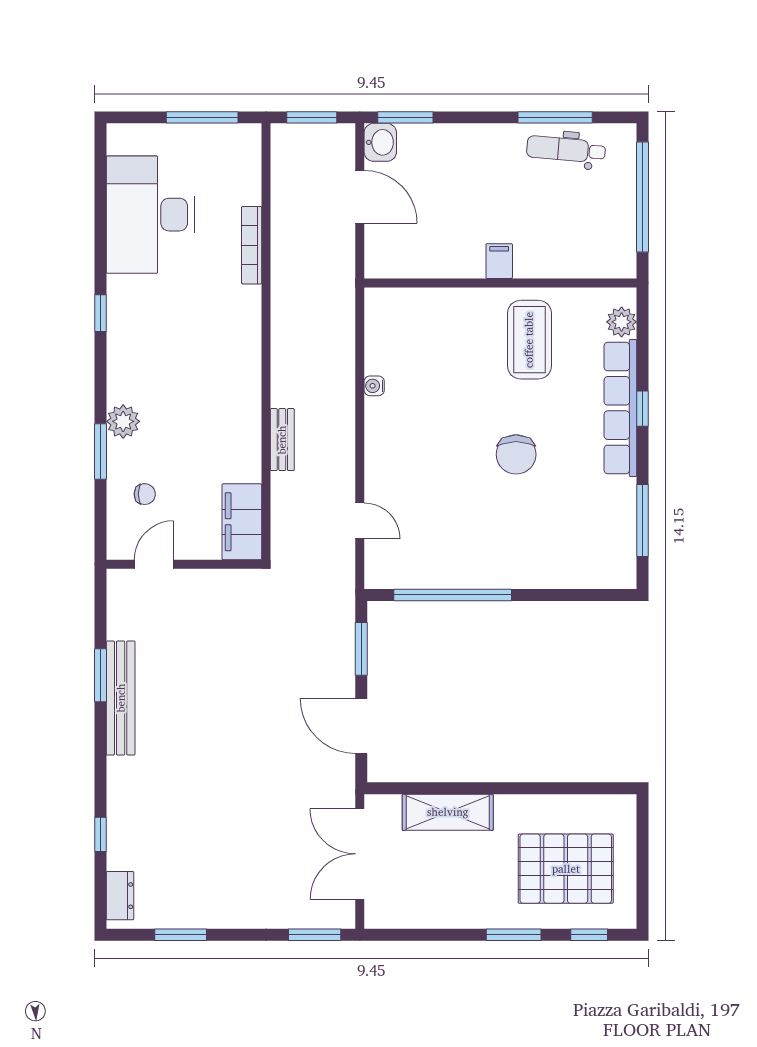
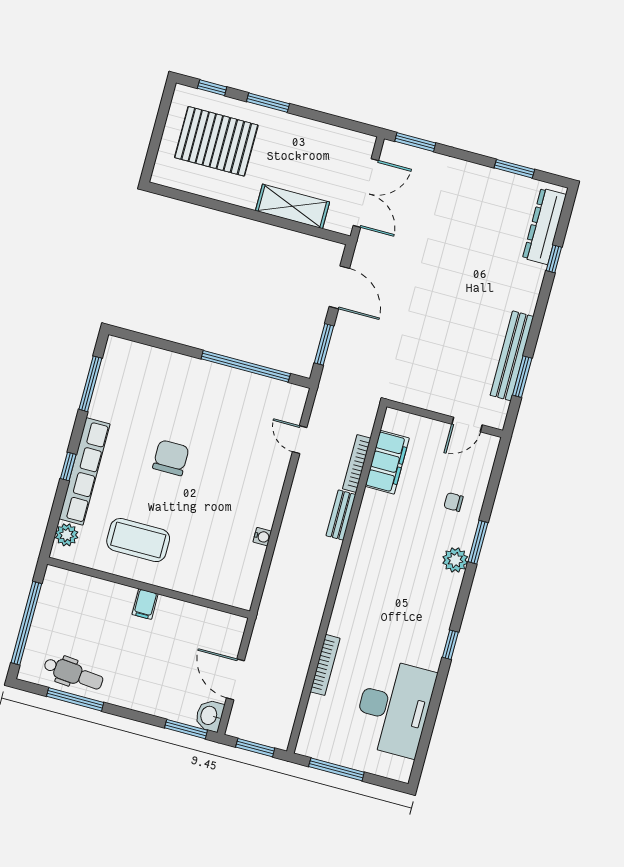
coffee table: (529, 340) -> (138, 540), turned 90
bookcase: (280, 510) -> (357, 464), added
door: (154, 564) -> (467, 424), moved
wall: (184, 564) -> (445, 418), moved
dresser: (120, 896) -> (544, 226), width x1.96, depth x1.24

